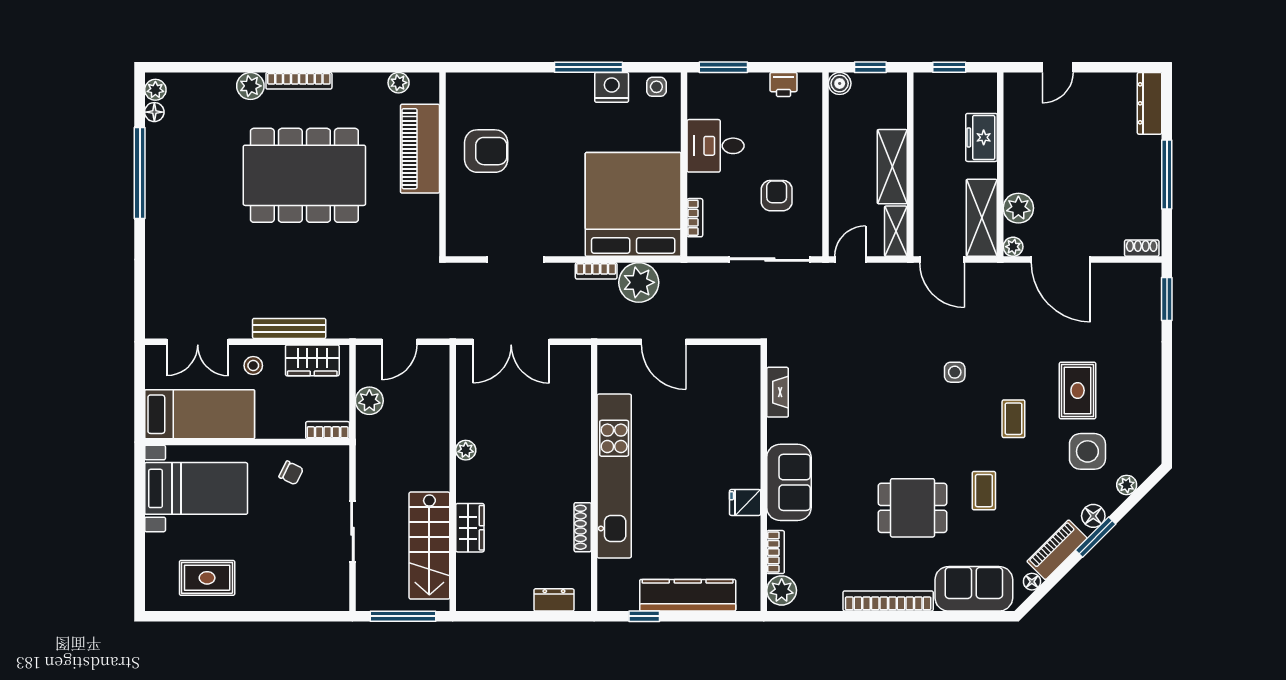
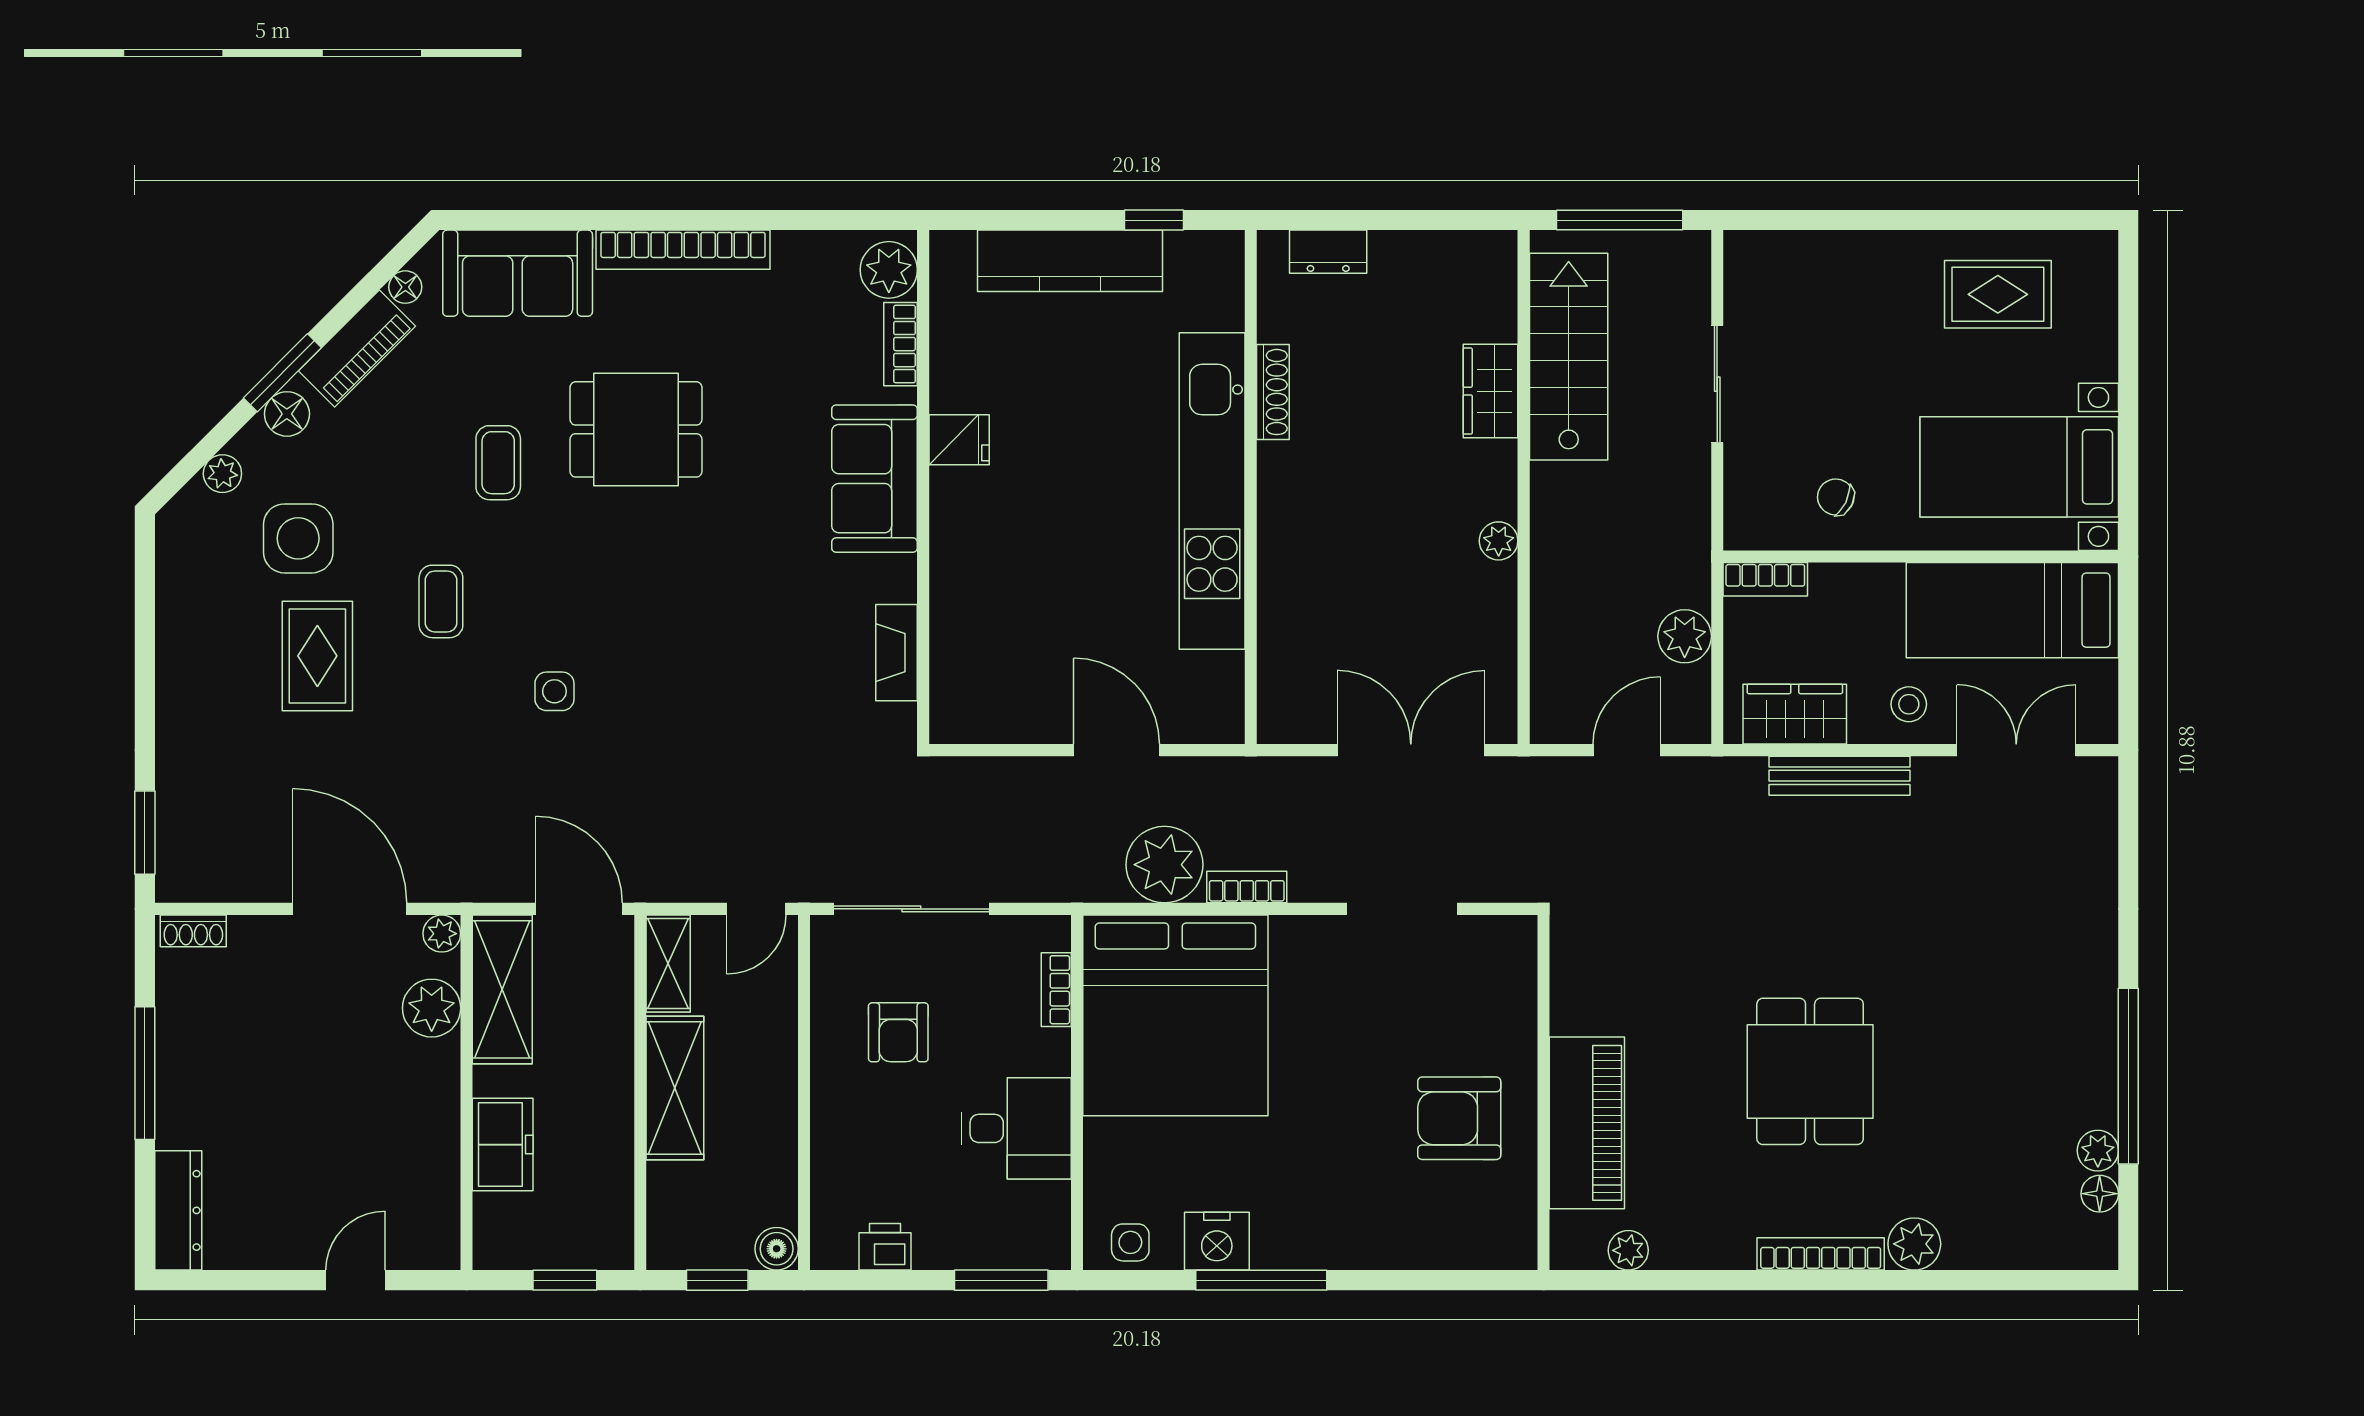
plant: (155, 90) -> (2098, 1151), moved
dining table: (304, 175) -> (1810, 1071), width x0.53, depth x0.80

